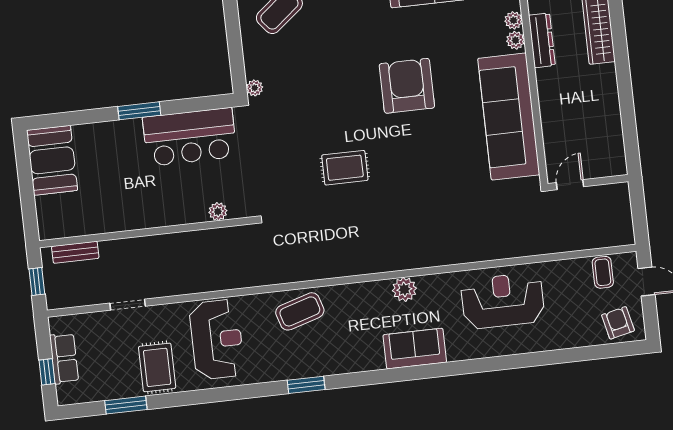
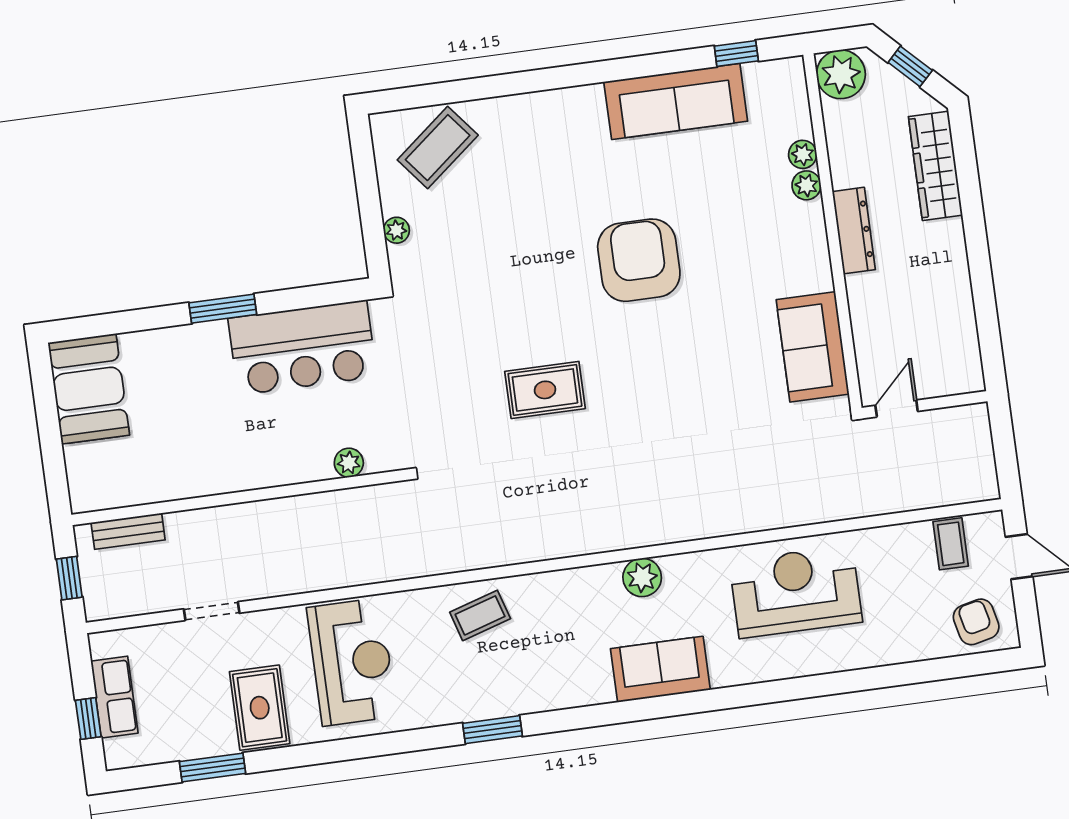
dresser: (542, 40) -> (854, 231), moved
plant: (255, 88) -> (396, 230), moved
sofa: (509, 117) -> (813, 347), width x0.54, depth x0.79
coffee table: (300, 311) -> (480, 615), width x0.73, depth x0.77

